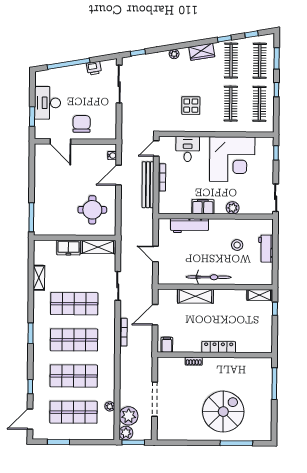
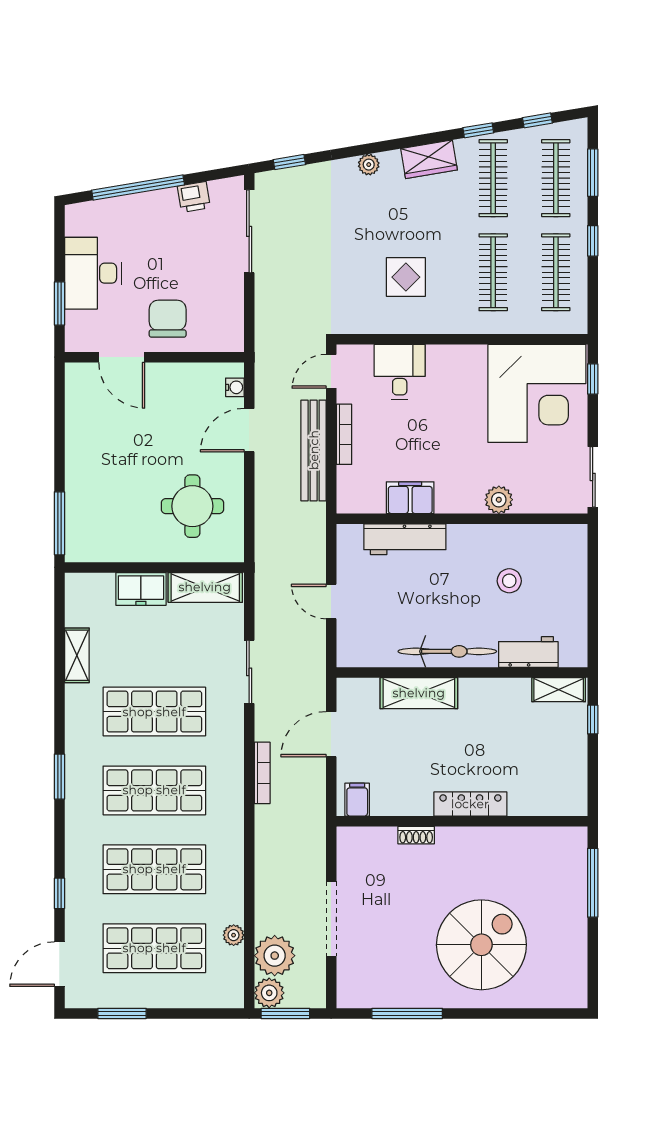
corner desk: (232, 159) -> (537, 393), moved
filing cabinet: (203, 207) -> (410, 498), moved
workbench: (266, 249) -> (528, 652), moved, turned 90
window: (236, 443) -> (407, 1013), moved

